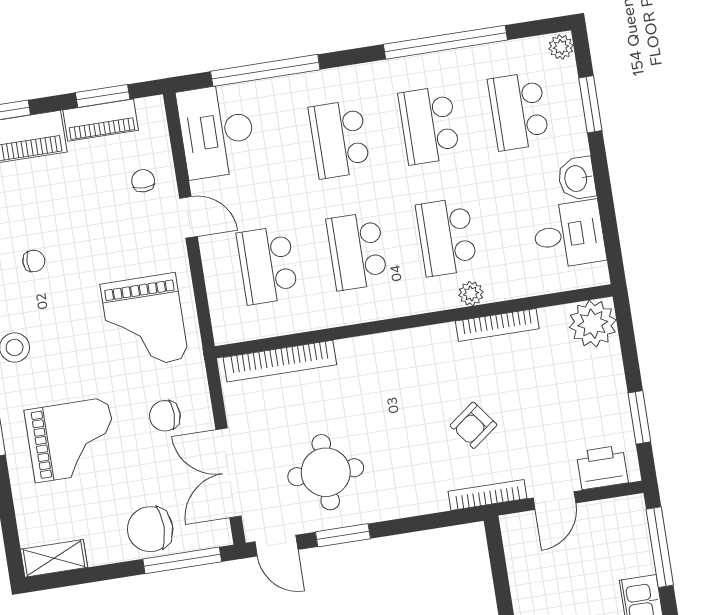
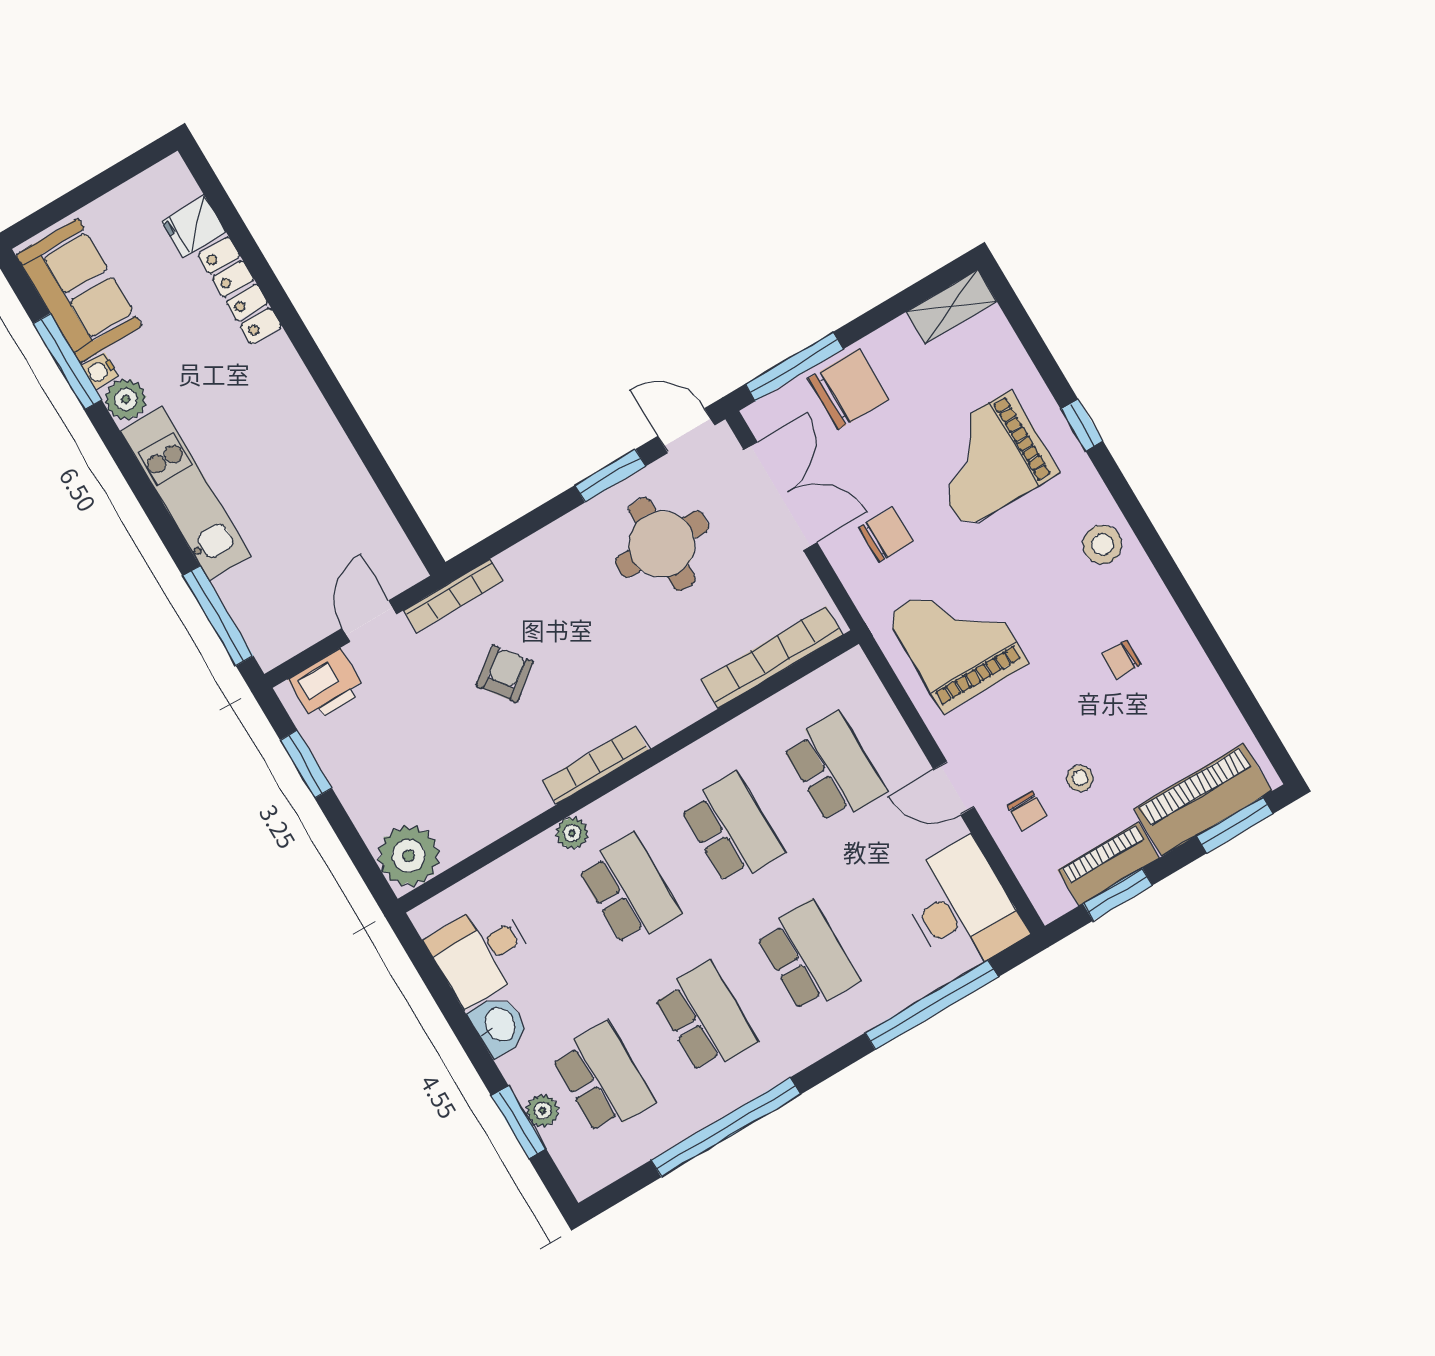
plant: (561, 47) -> (543, 1111), moved
stool: (97, 189) -> (1080, 778), added
bookcase: (497, 325) -> (596, 765), moved

